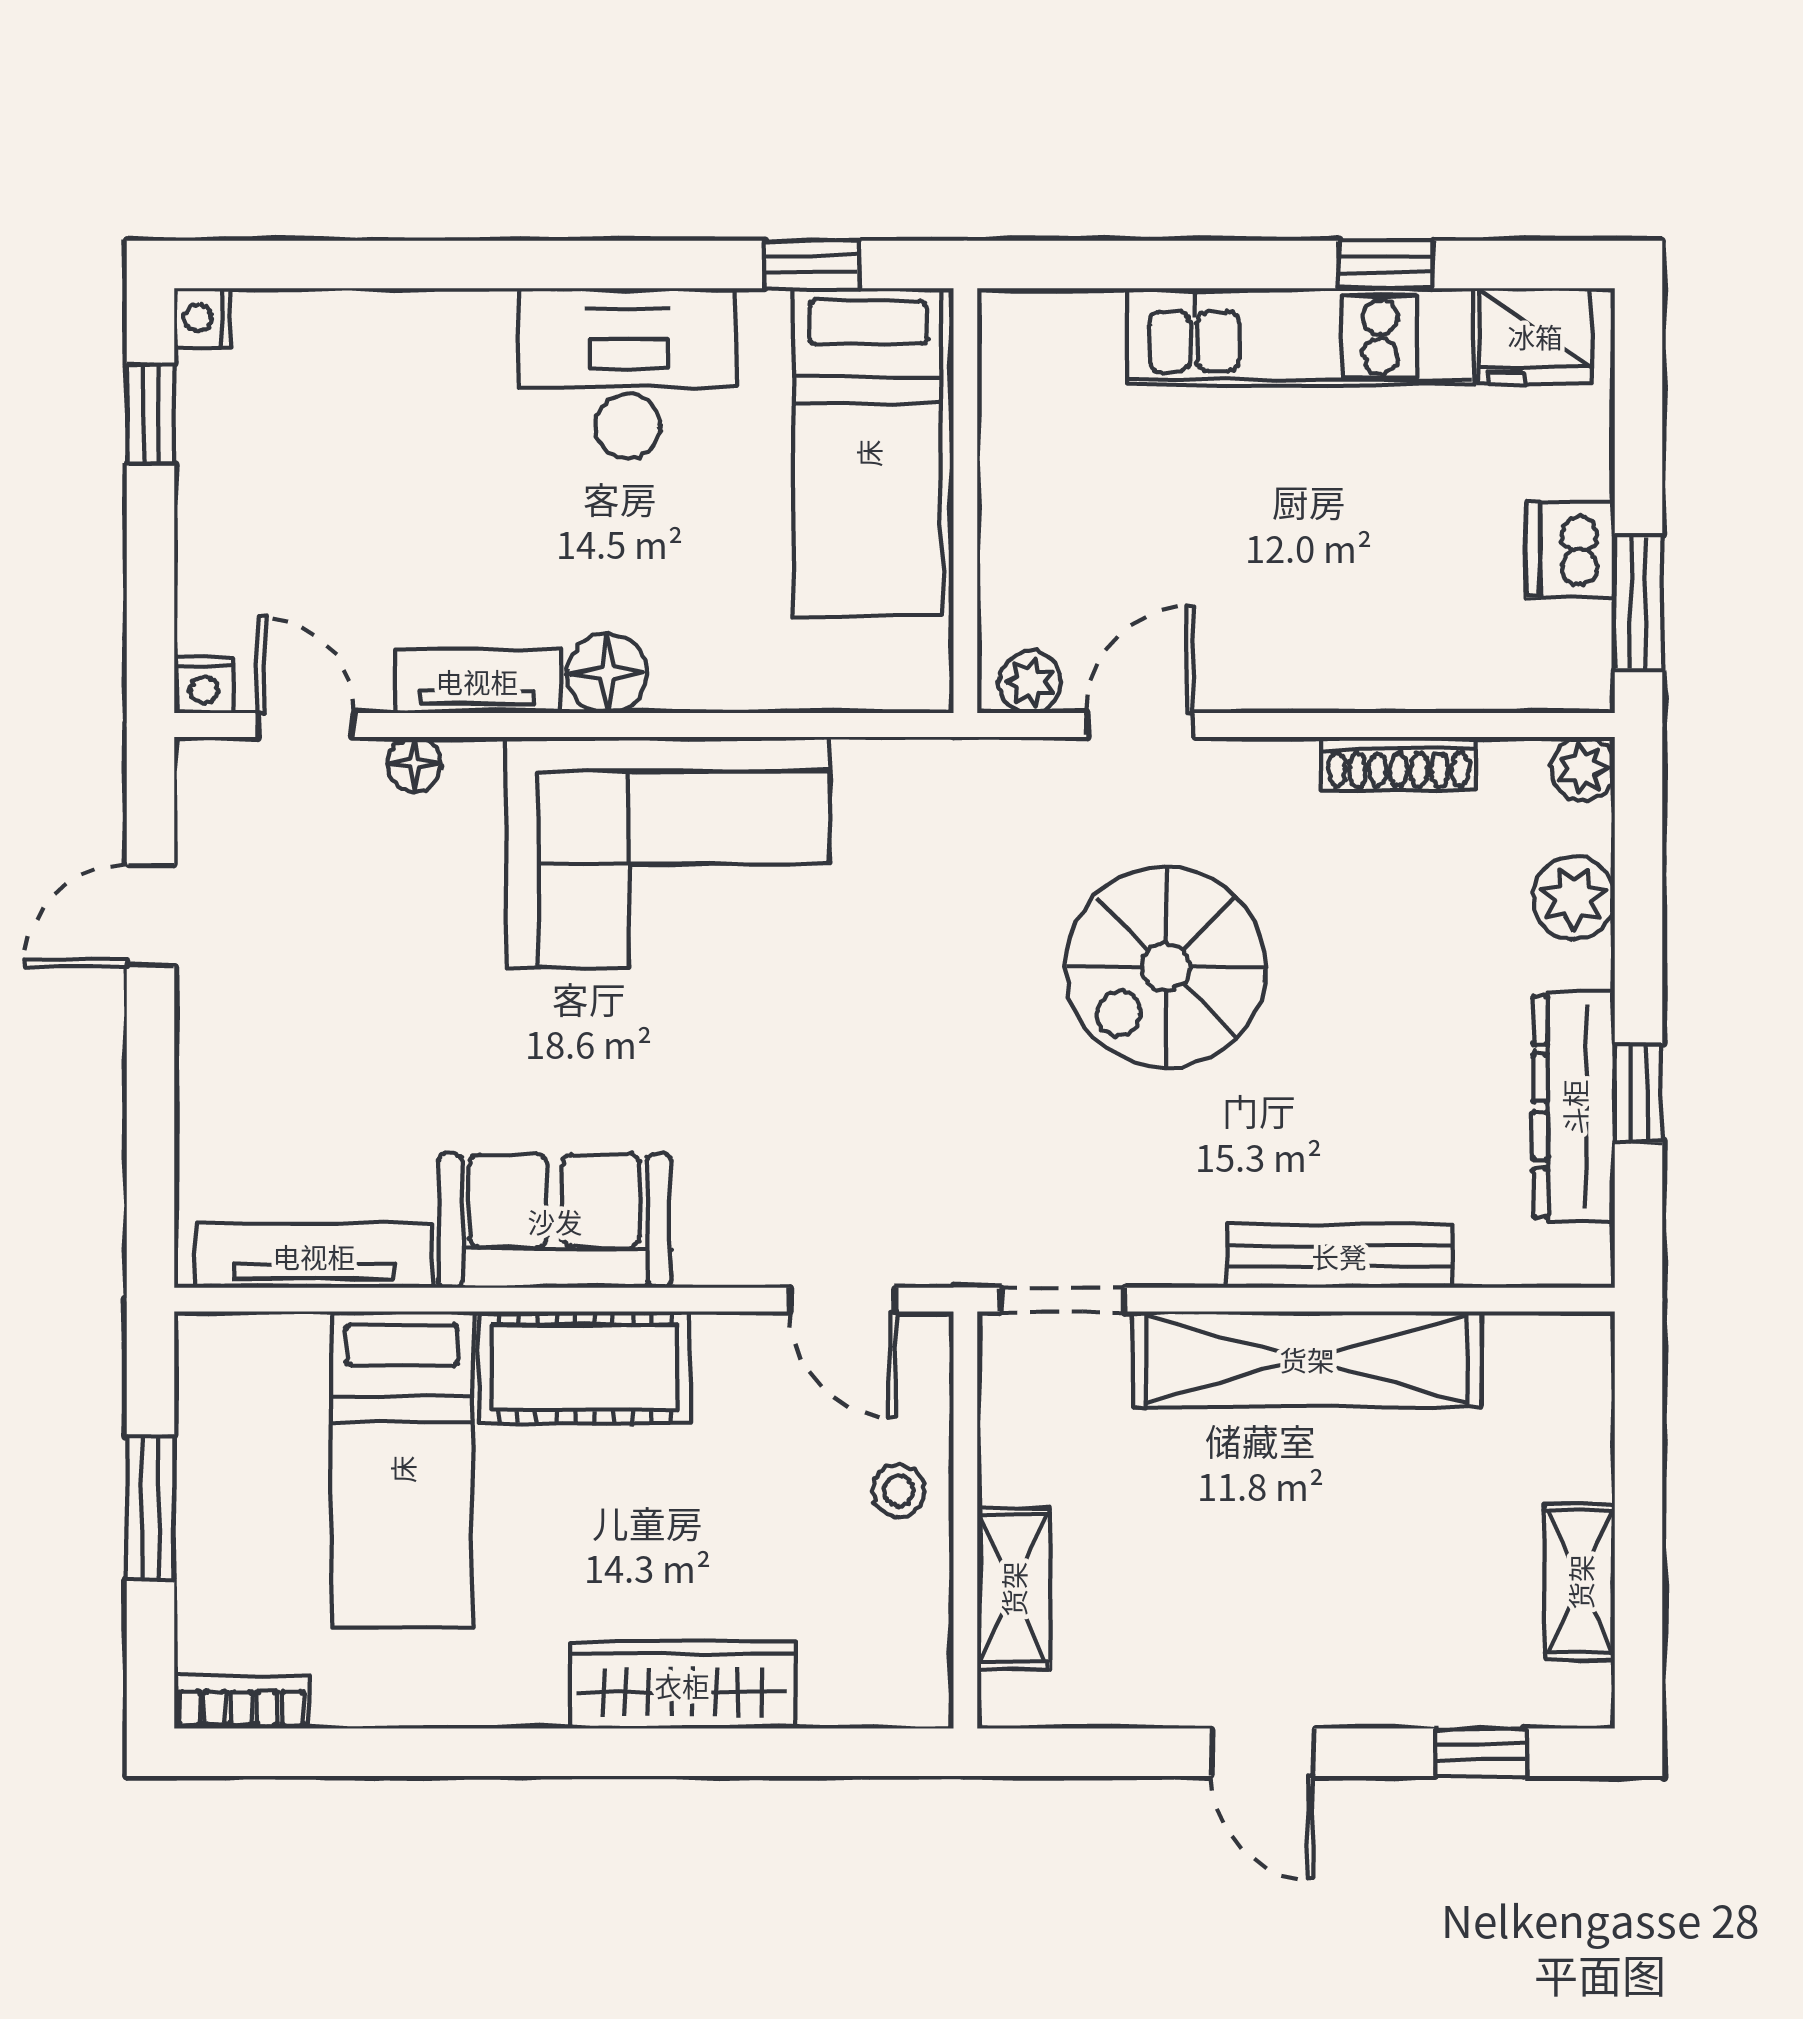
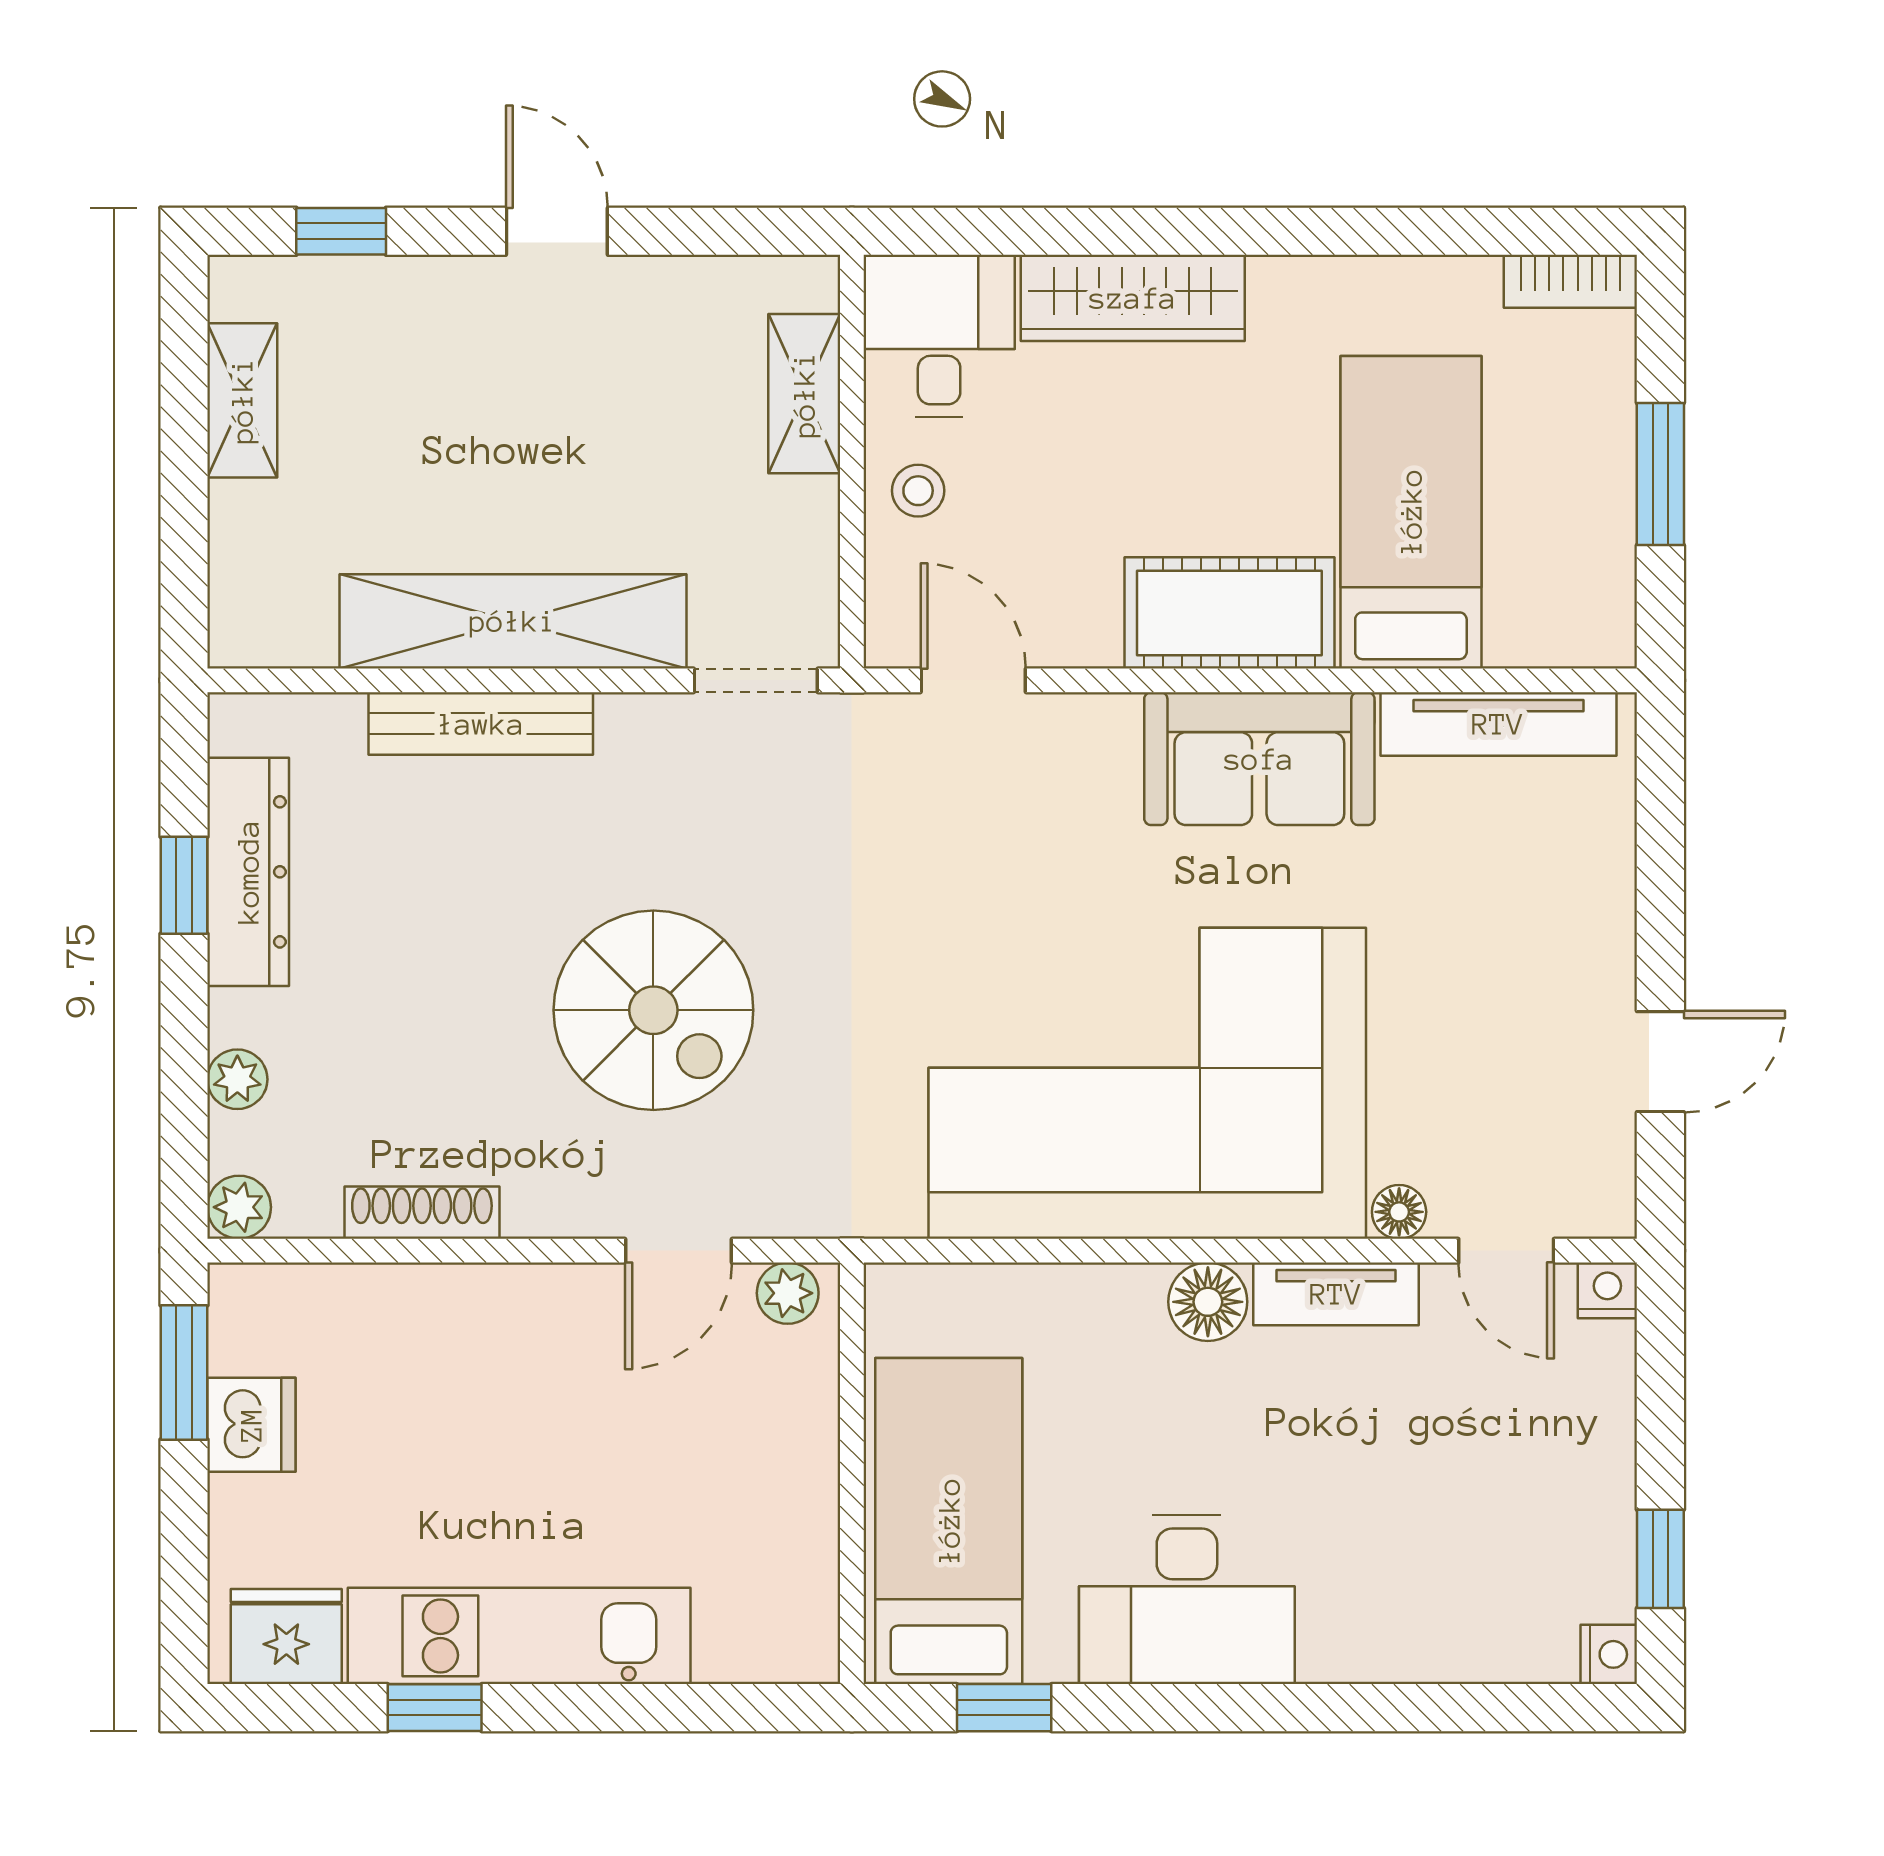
corner sofa: (668, 852) -> (1147, 1083), width x1.36, depth x1.36
plant: (1573, 898) -> (237, 1079), width x0.73, depth x0.73
spiral stairs: (1165, 967) -> (653, 1010), turned 90
desk: (877, 1647) -> (939, 336), added

